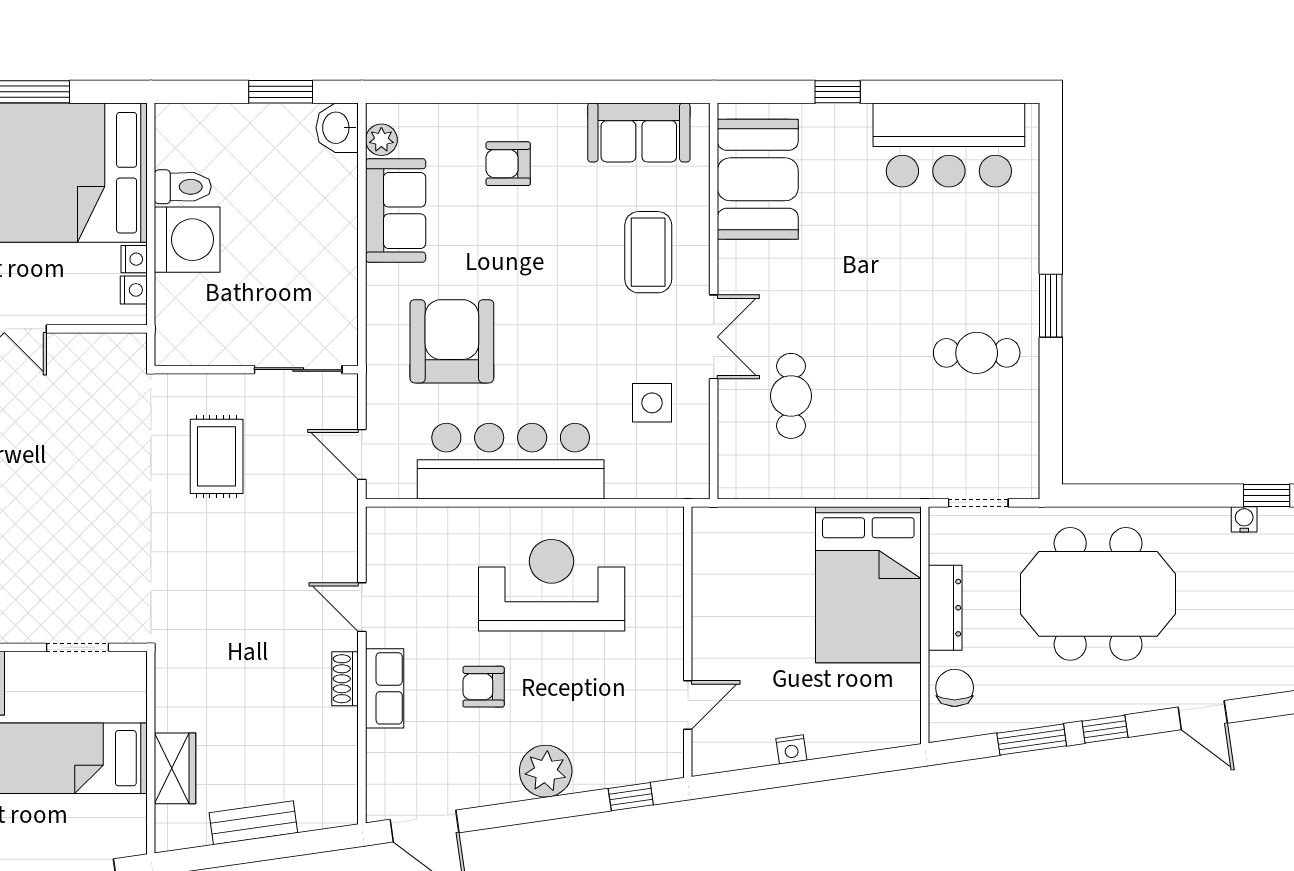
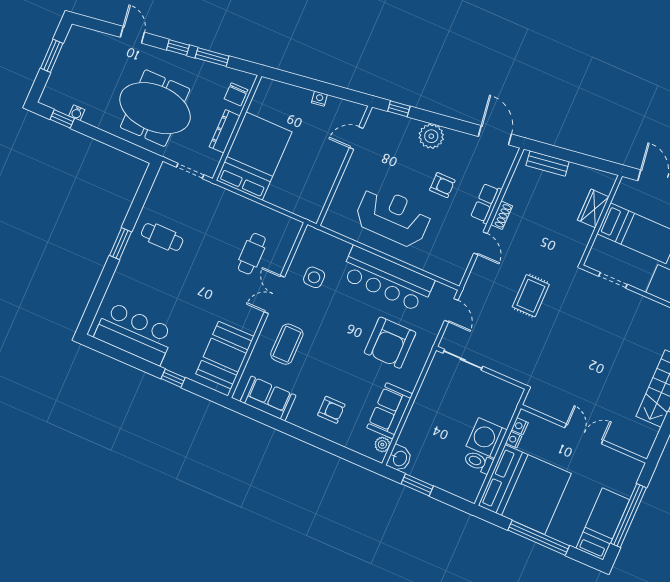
rug: (217, 456) -> (531, 296), moved
reception desk: (552, 585) -> (393, 217), turned 180
bench: (253, 823) -> (548, 164), moved

